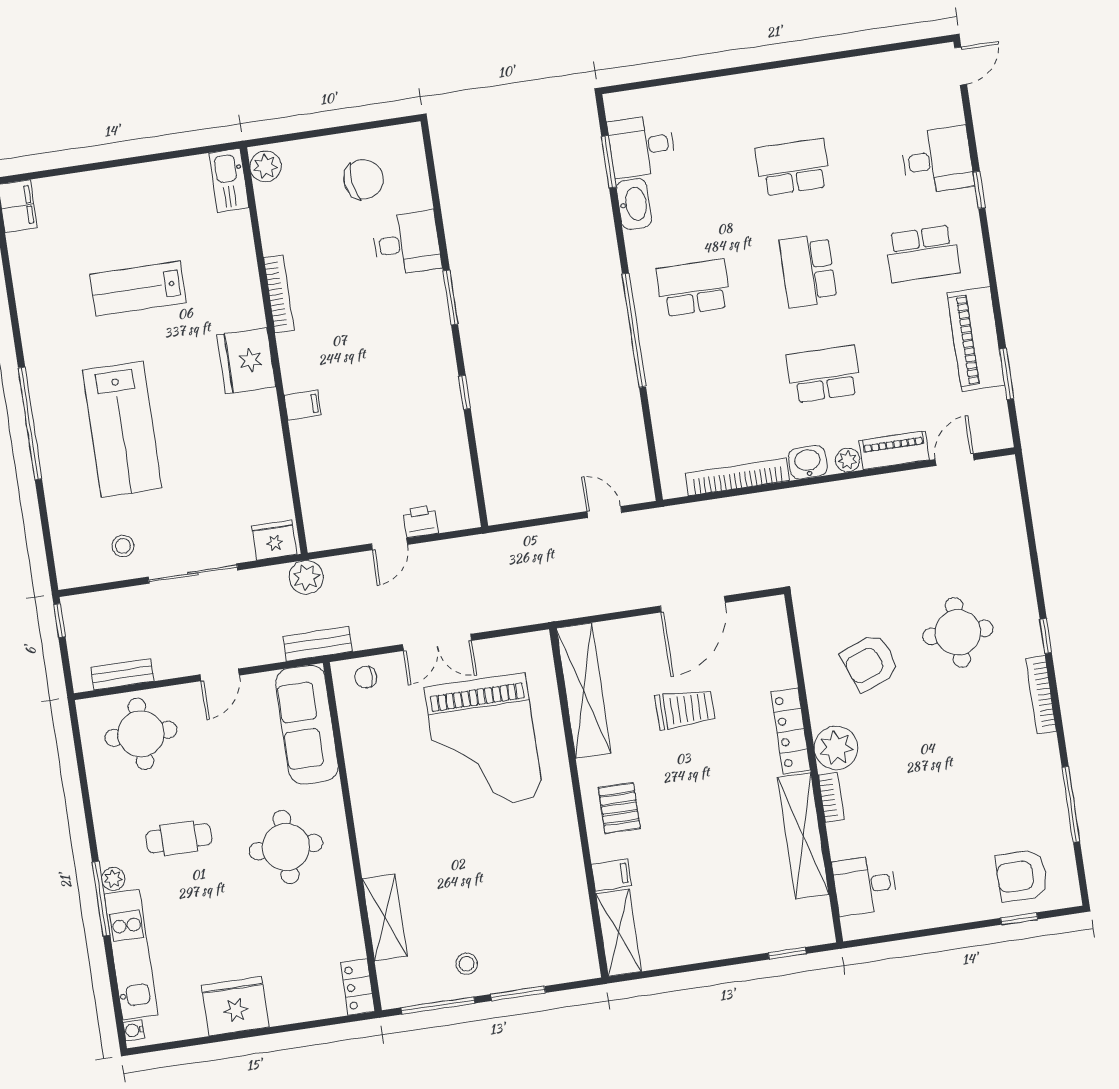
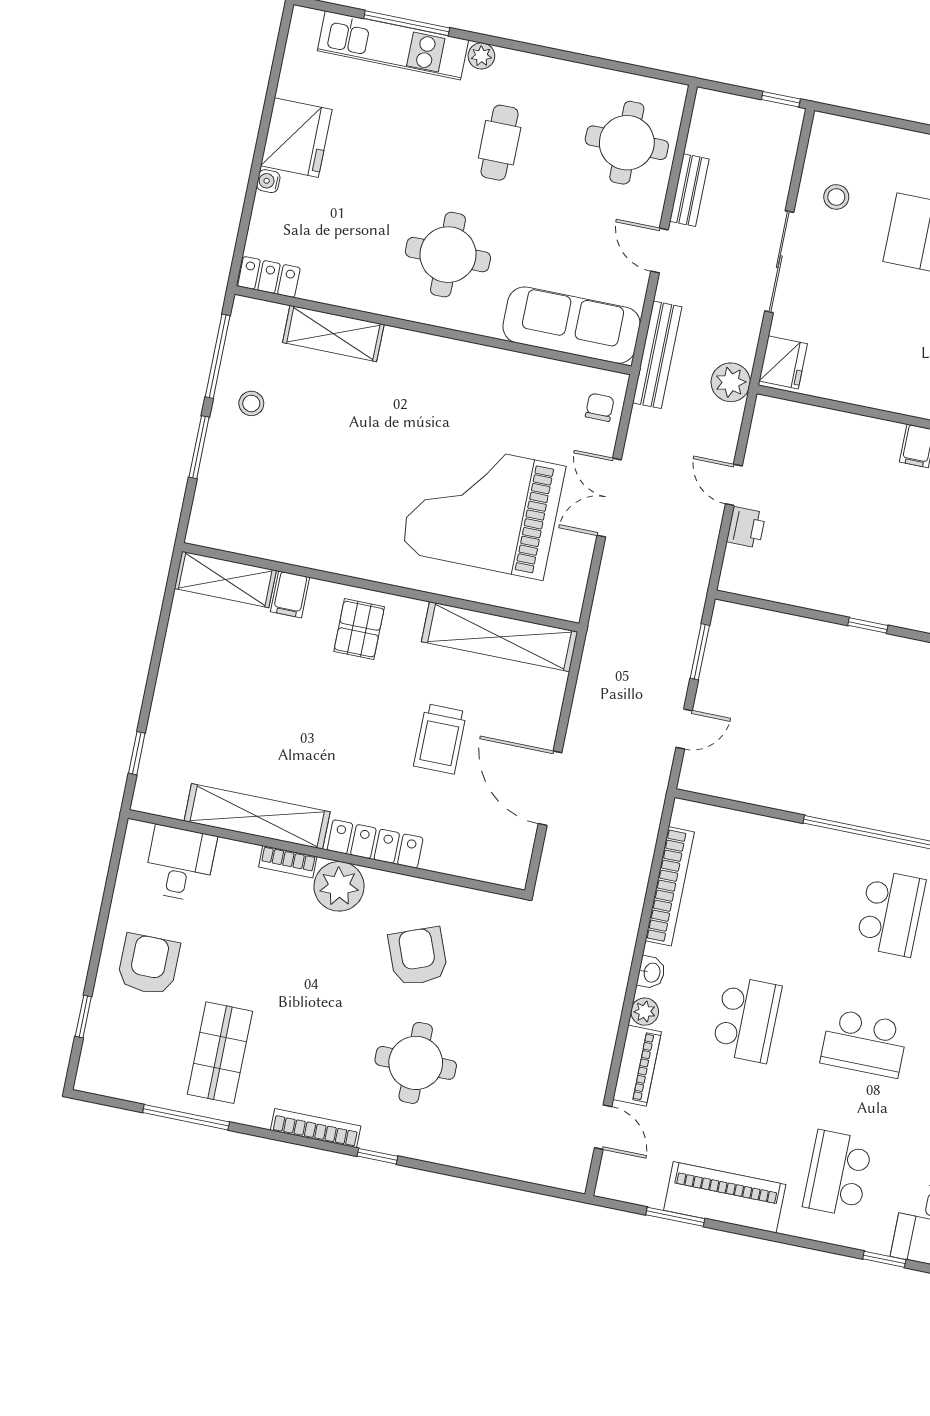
school desk: (808, 271) -> (864, 1043), turned 180
washbasin: (808, 462) -> (651, 972), width x0.72, depth x0.69
window: (536, 522) -> (700, 652), added
bench: (318, 644) -> (657, 355), width x1.36
bench: (123, 674) -> (689, 190), moved
shop shelf: (1008, 796) -> (220, 1053), added
pallet: (619, 808) -> (359, 629), turned 90
armchair: (1022, 876) -> (148, 964), moved
window: (101, 899) -> (407, 23), moved
water cooler: (134, 1030) -> (268, 181), moved, turned -90

